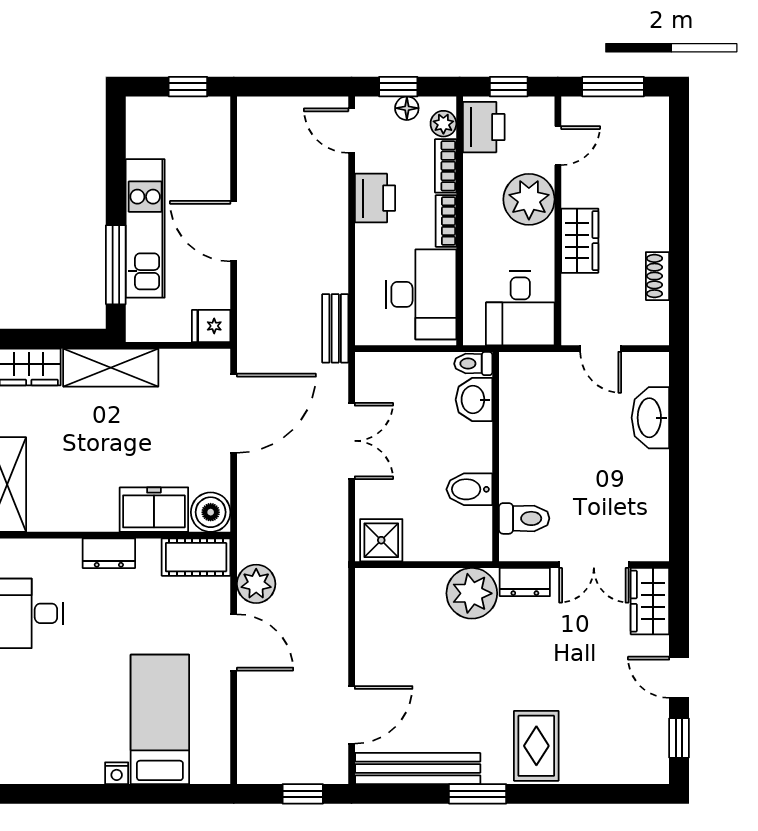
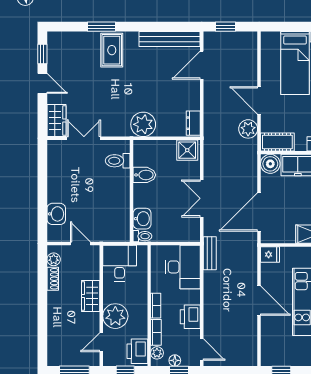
desk: (421, 294) -> (183, 267), moved, turned 180
plant: (656, 316) -> (54, 259), added
washbasin: (650, 418) -> (56, 214), width x0.72
dresser: (525, 582) -> (193, 123), moved, turned -90
window: (478, 794) -> (102, 27), moved

